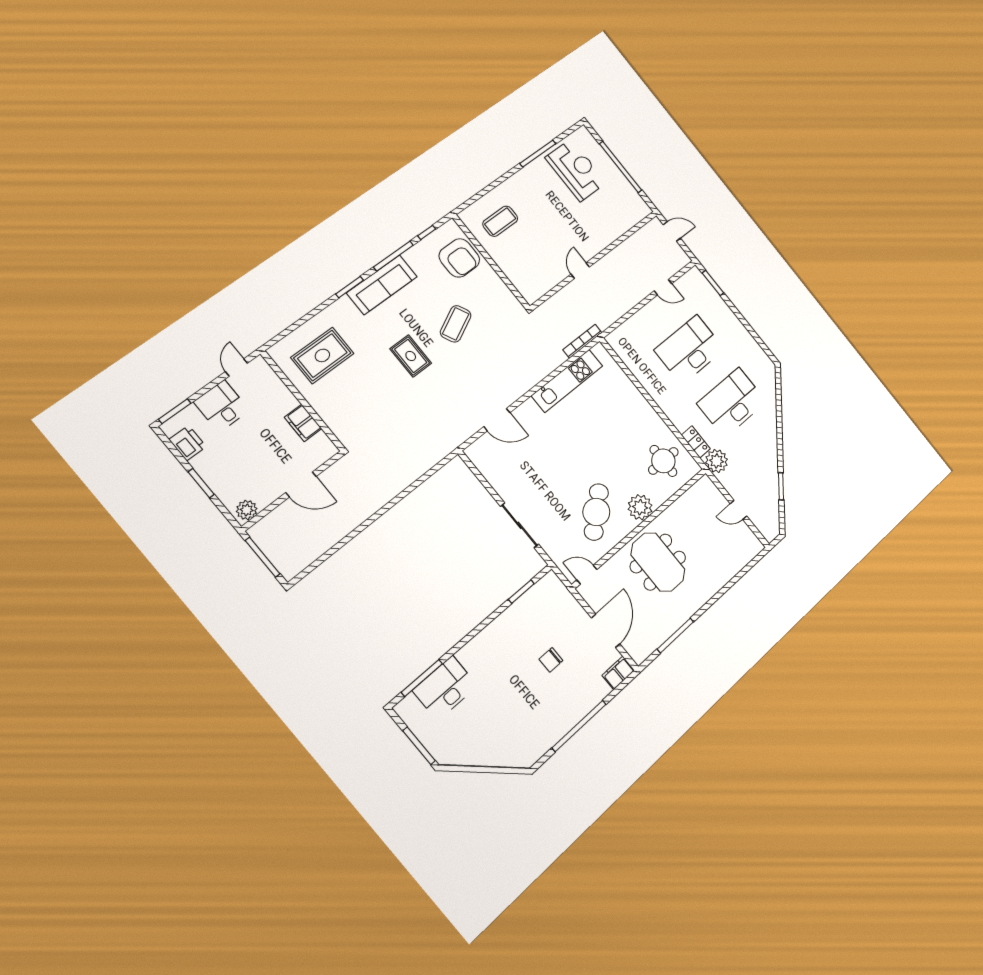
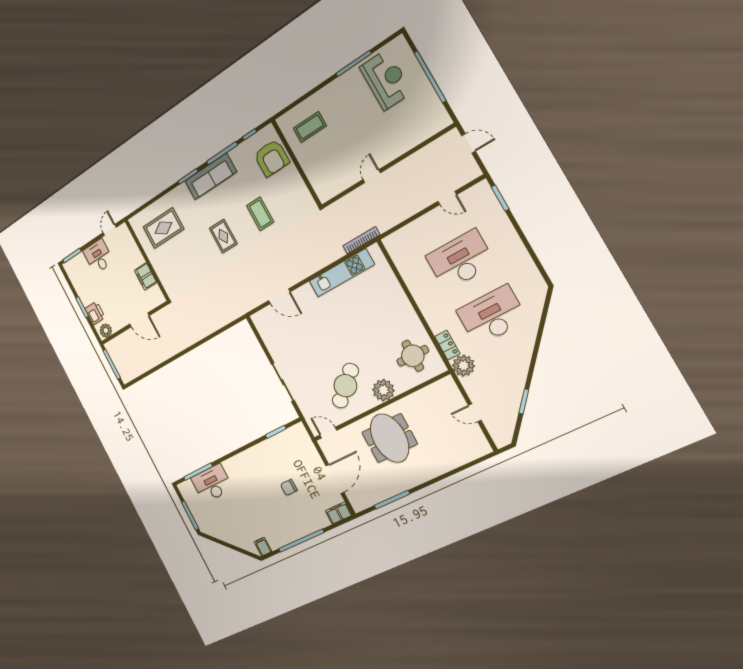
coffee table: (456, 324) -> (260, 214), turned -64
printer: (188, 443) -> (95, 313), moved
filing cabinet: (531, 753) -> (263, 547), added

